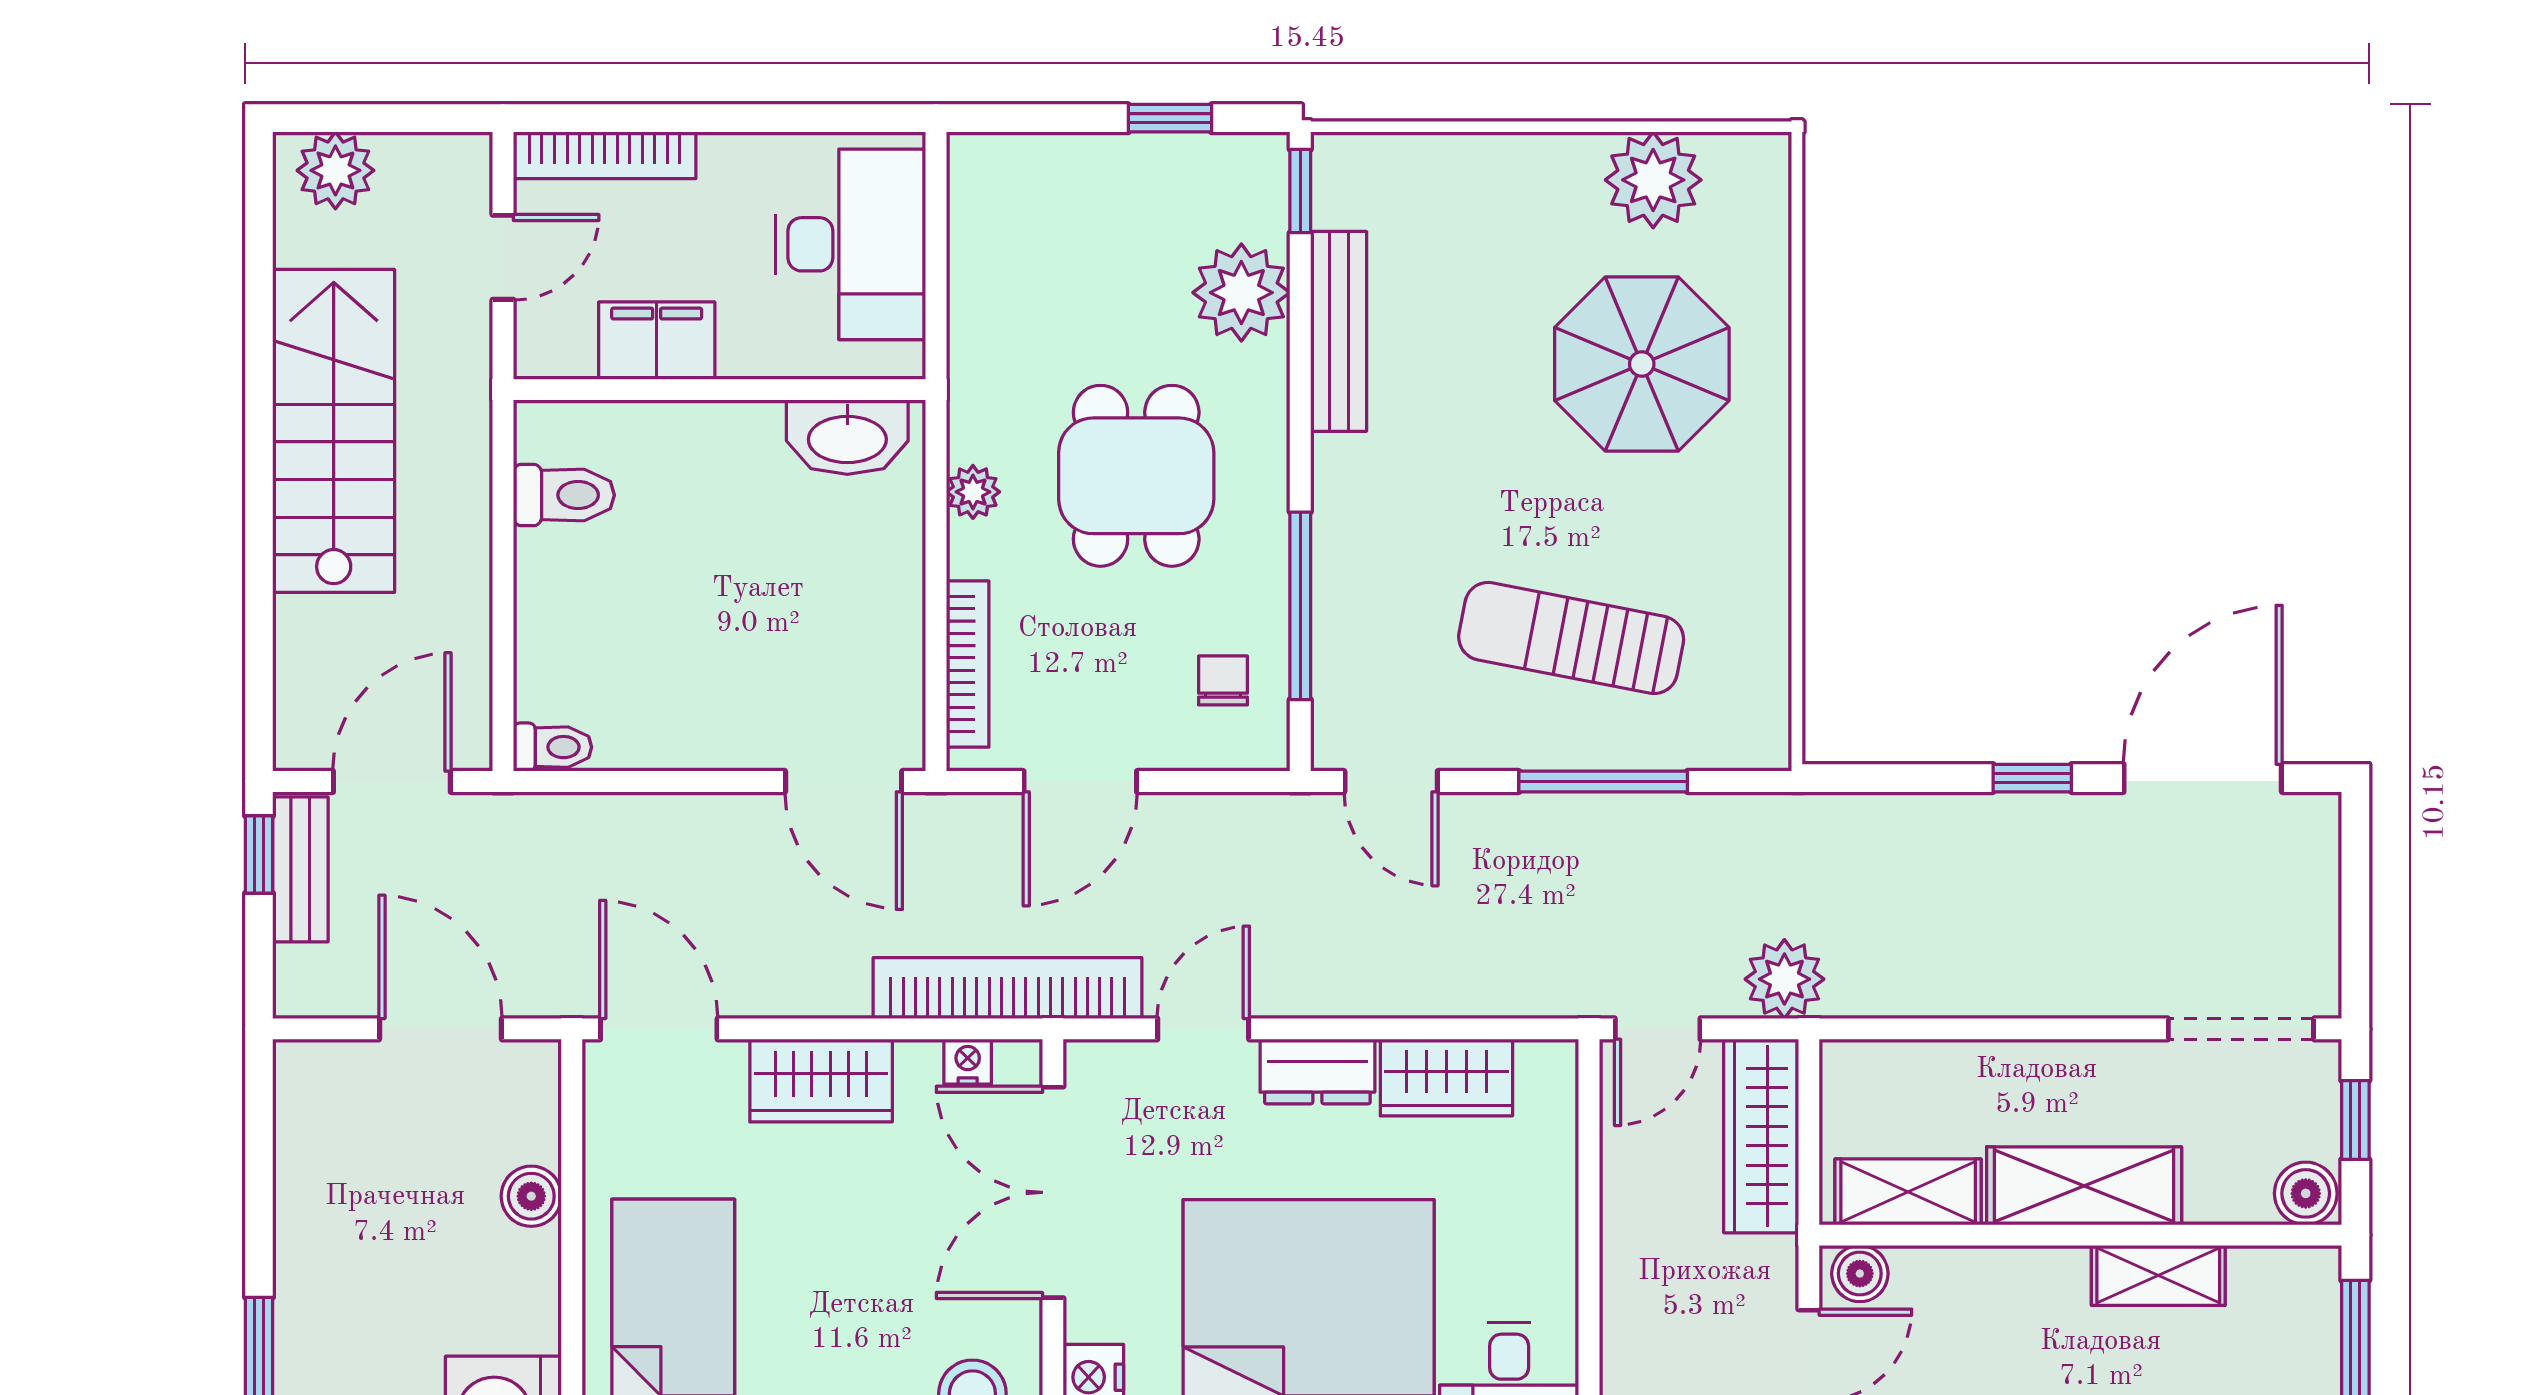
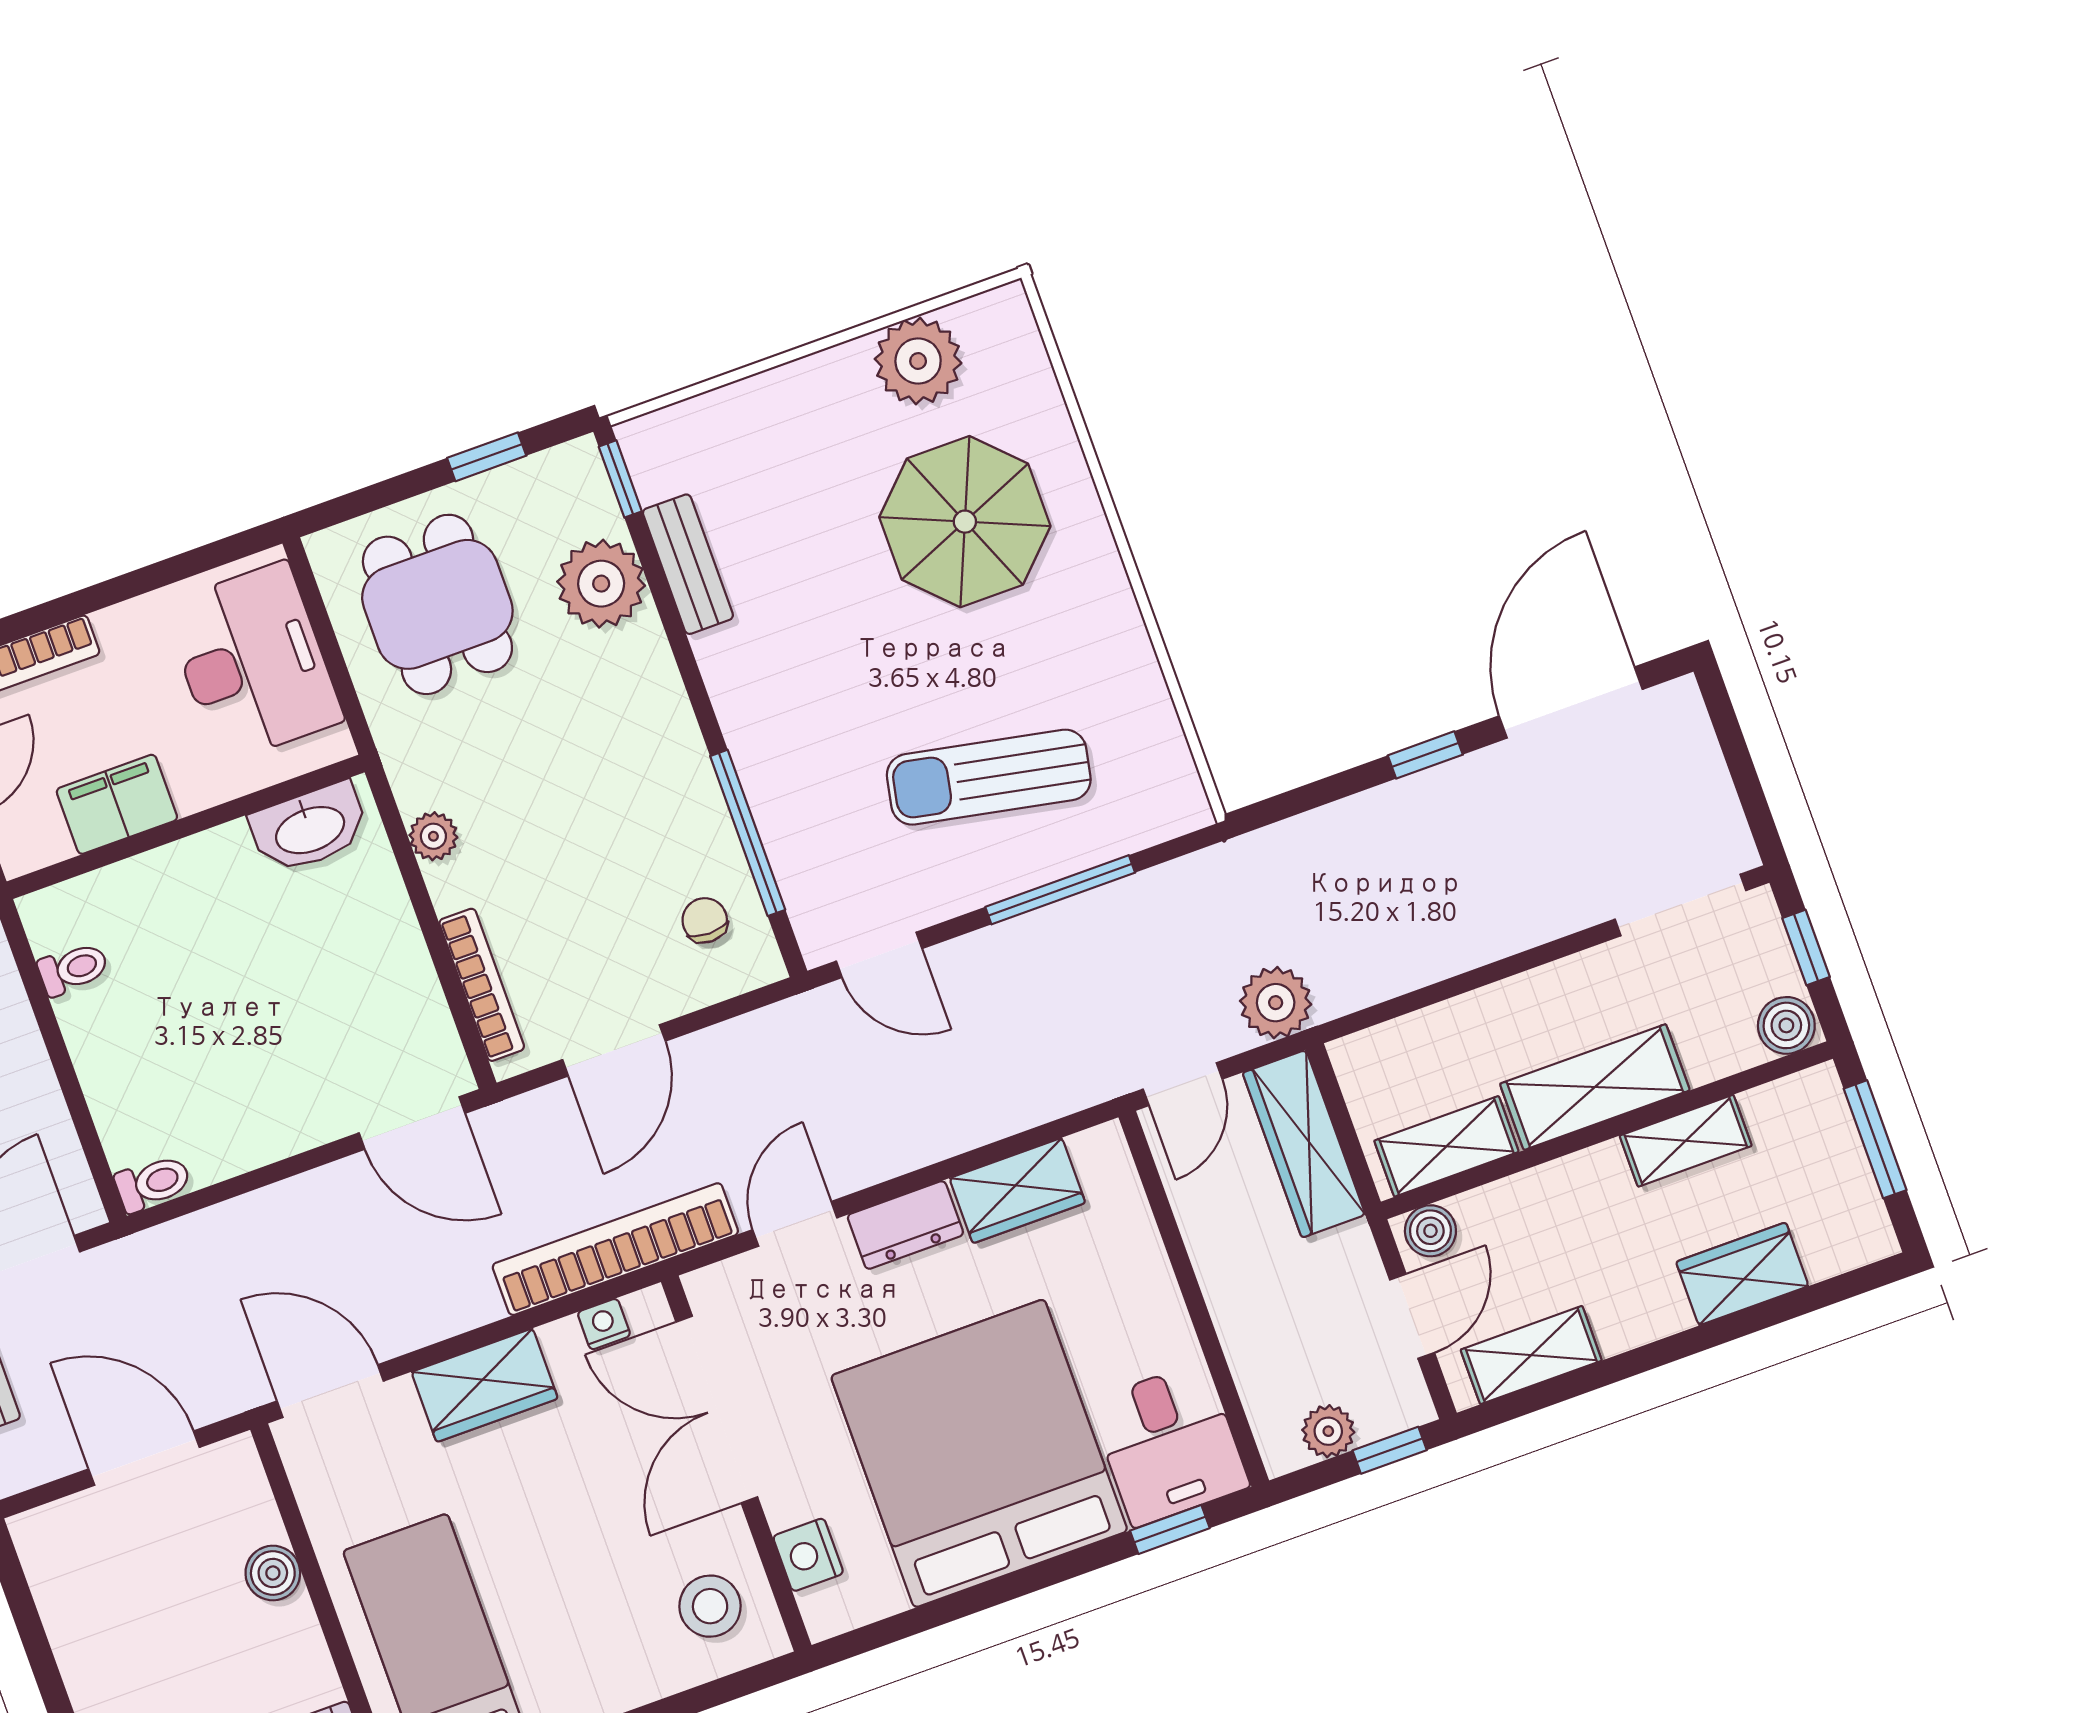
bench: (1339, 331) -> (688, 564), width x0.73
dining table: (1136, 476) -> (437, 604), moved
toilet: (564, 495) -> (73, 969), width x0.73, depth x0.72

